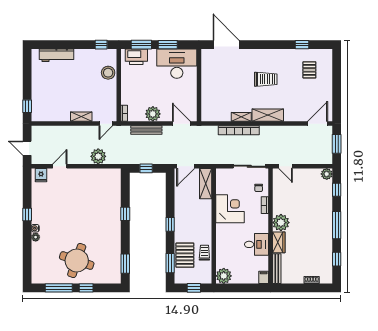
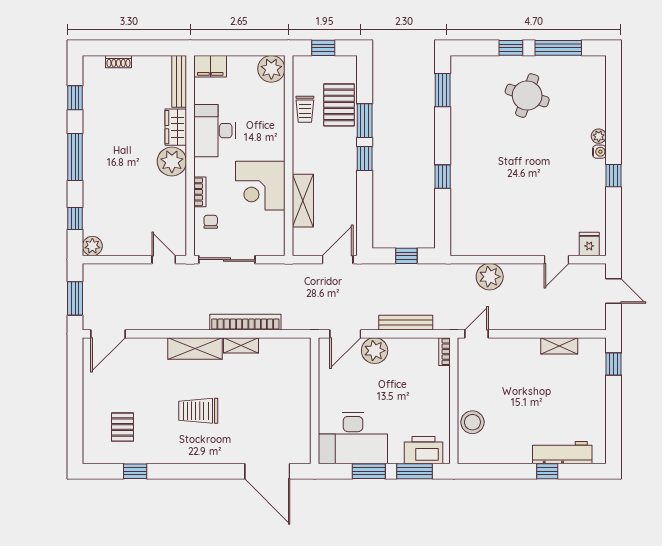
window: (101, 45) -> (547, 471), moved
plant: (153, 114) -> (375, 351), moved
shelving: (81, 117) -> (559, 346), moved
door: (181, 124) -> (345, 334), hinge flipped
shelving: (206, 184) -> (303, 201), moved
desk: (256, 244) -> (214, 131), width x1.37
round table: (77, 261) -> (527, 96), width x0.73, depth x0.73
window: (170, 263) -> (365, 121), moved
filing cabinet: (264, 277) -> (210, 66), width x2.00

